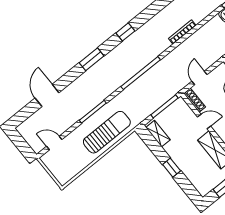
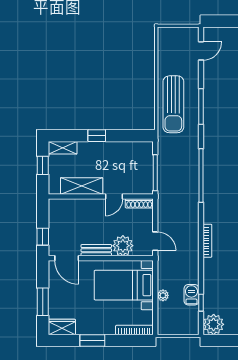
door: (200, 78) -> (155, 241), moved
shelving: (158, 134) -> (63, 148), moved

